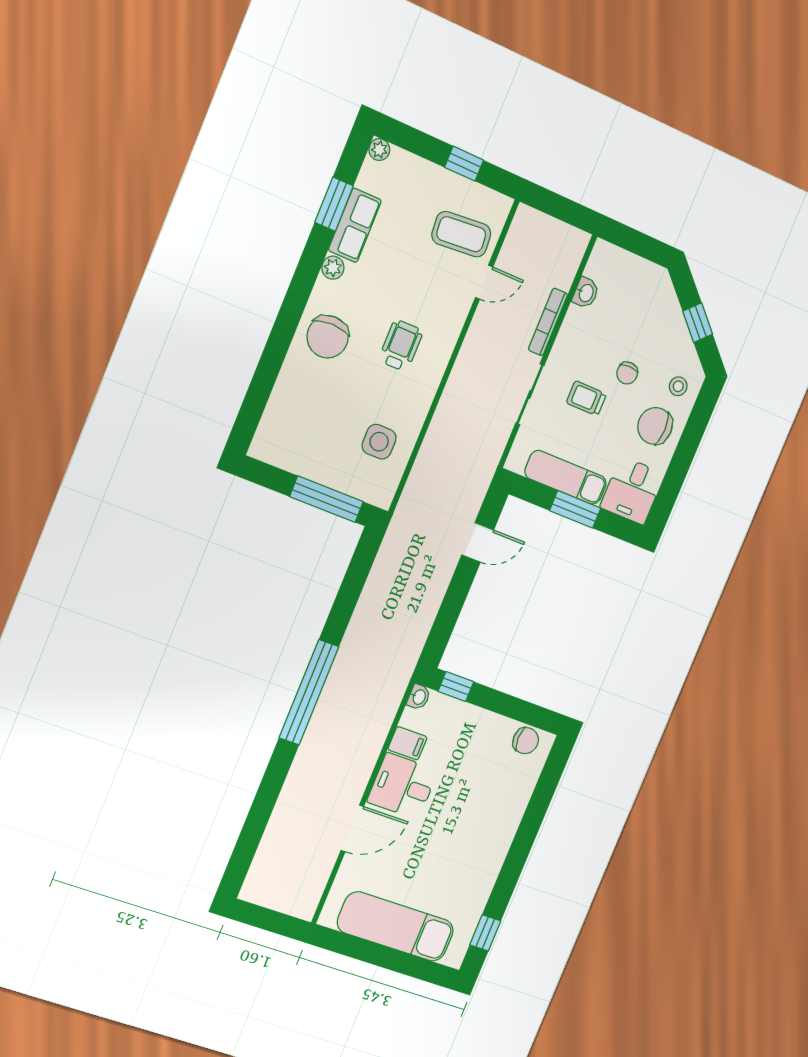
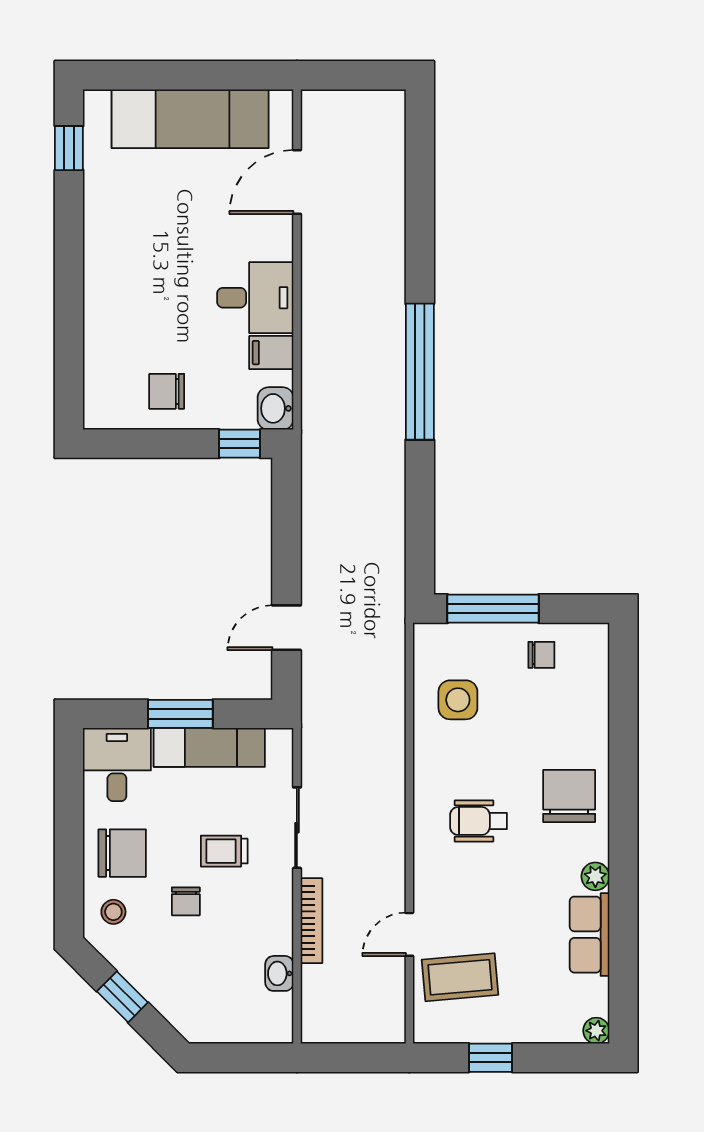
window: (334, 204) -> (623, 948), removed
wheelchair: (401, 346) -> (478, 821), turned 90
chair: (627, 373) -> (186, 901), turned 180
trolley: (586, 398) -> (224, 851), turned 180
chair: (305, 451) -> (541, 655), added
washbasin: (419, 697) -> (276, 408), width x1.38, depth x1.45
chair: (526, 741) -> (167, 391), moved
door: (352, 828) -> (297, 182), moved

